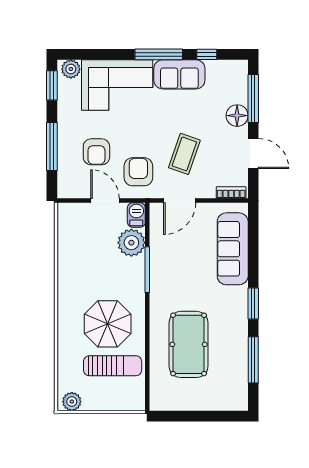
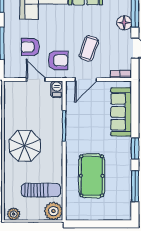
armchair: (96, 152) -> (30, 47), turned 90
armchair: (138, 172) -> (58, 60), turned 90
plant: (131, 243) -> (53, 211), moved
parasol: (108, 324) -> (25, 146), moved

